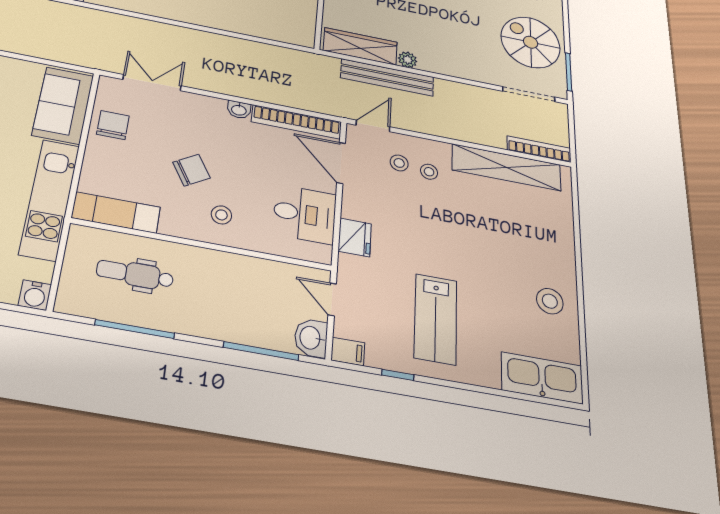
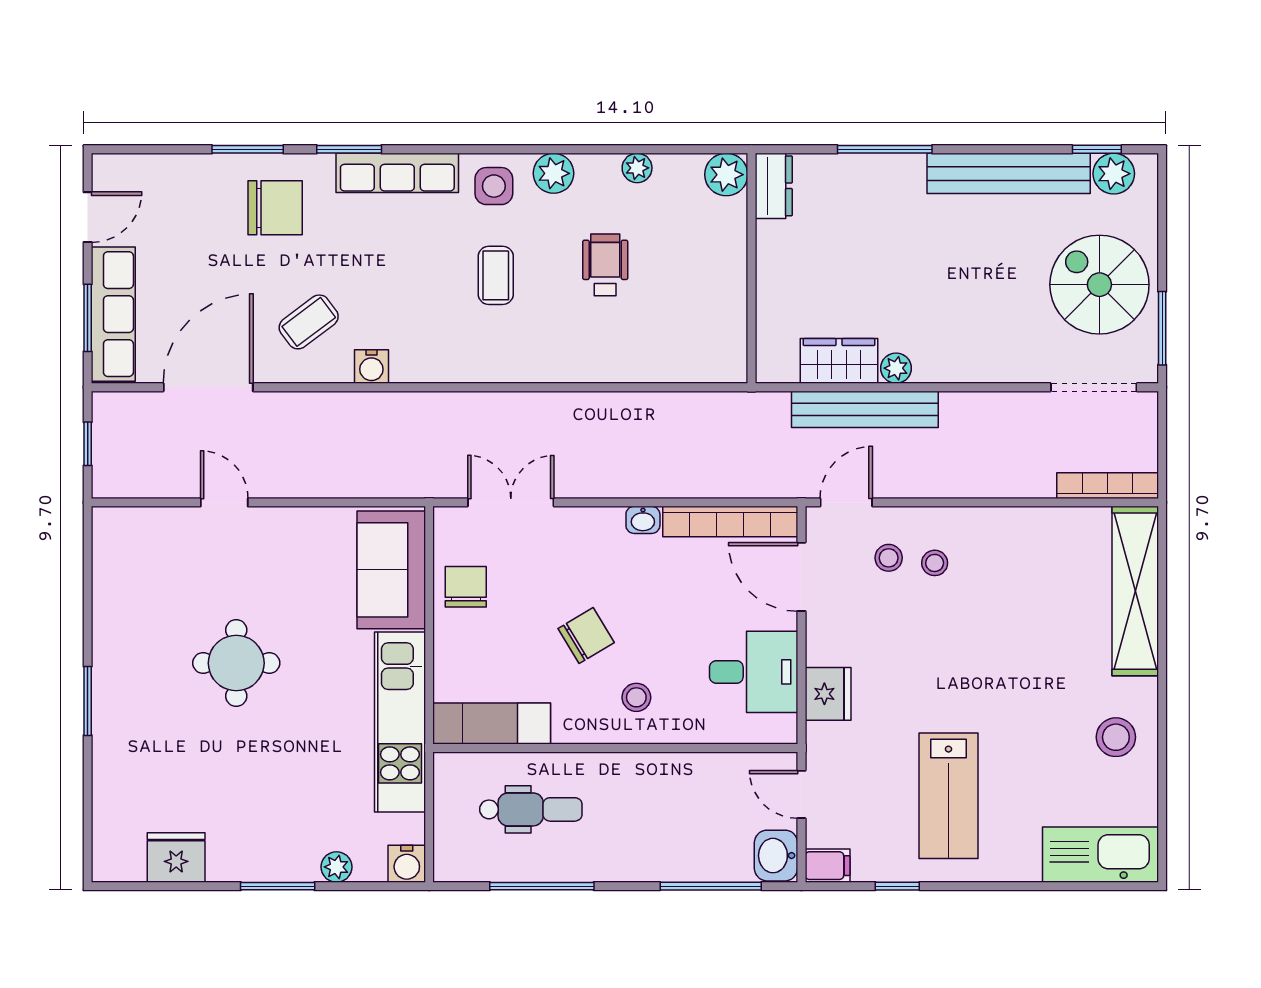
wardrobe: (360, 46) -> (839, 361), width x0.67
shelving: (507, 167) -> (1135, 591), moved, turned 90
dental chair: (135, 274) -> (531, 809), turned 180

